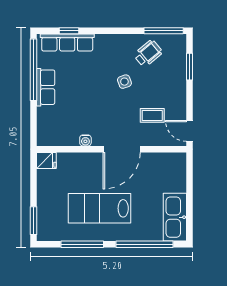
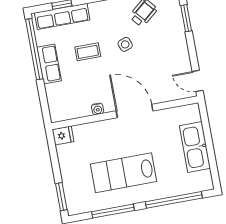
coffee table: (152, 115) -> (88, 52), moved
door: (122, 149) -> (135, 111), swing flipped
kitchen sink: (175, 217) -> (195, 147), moved

